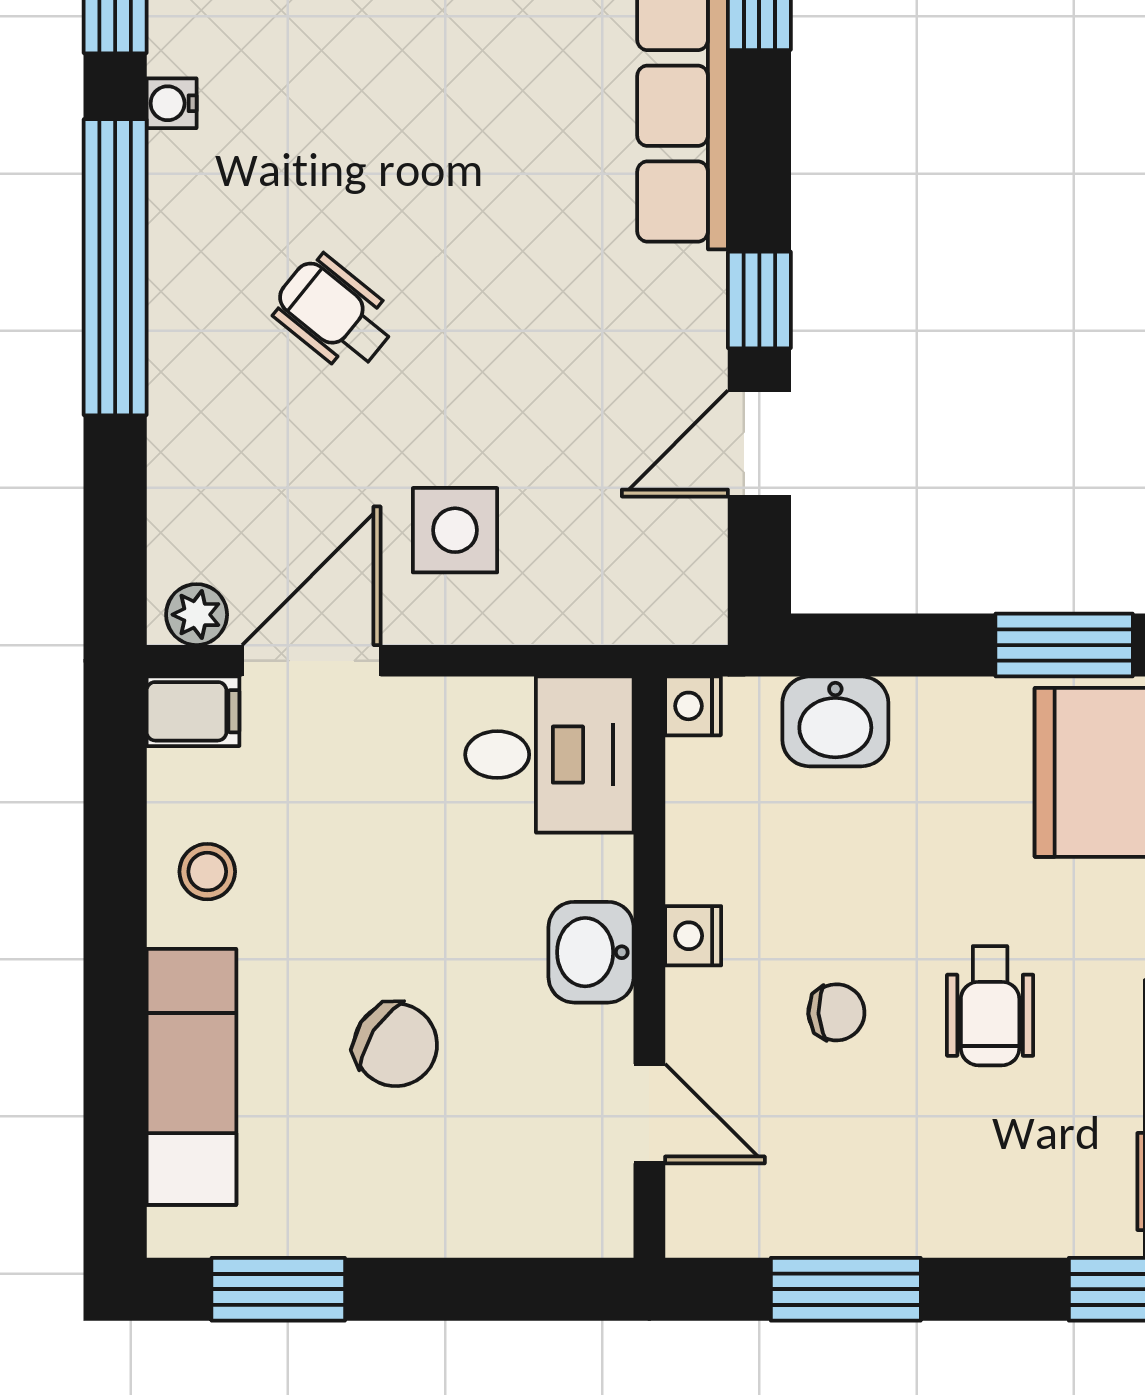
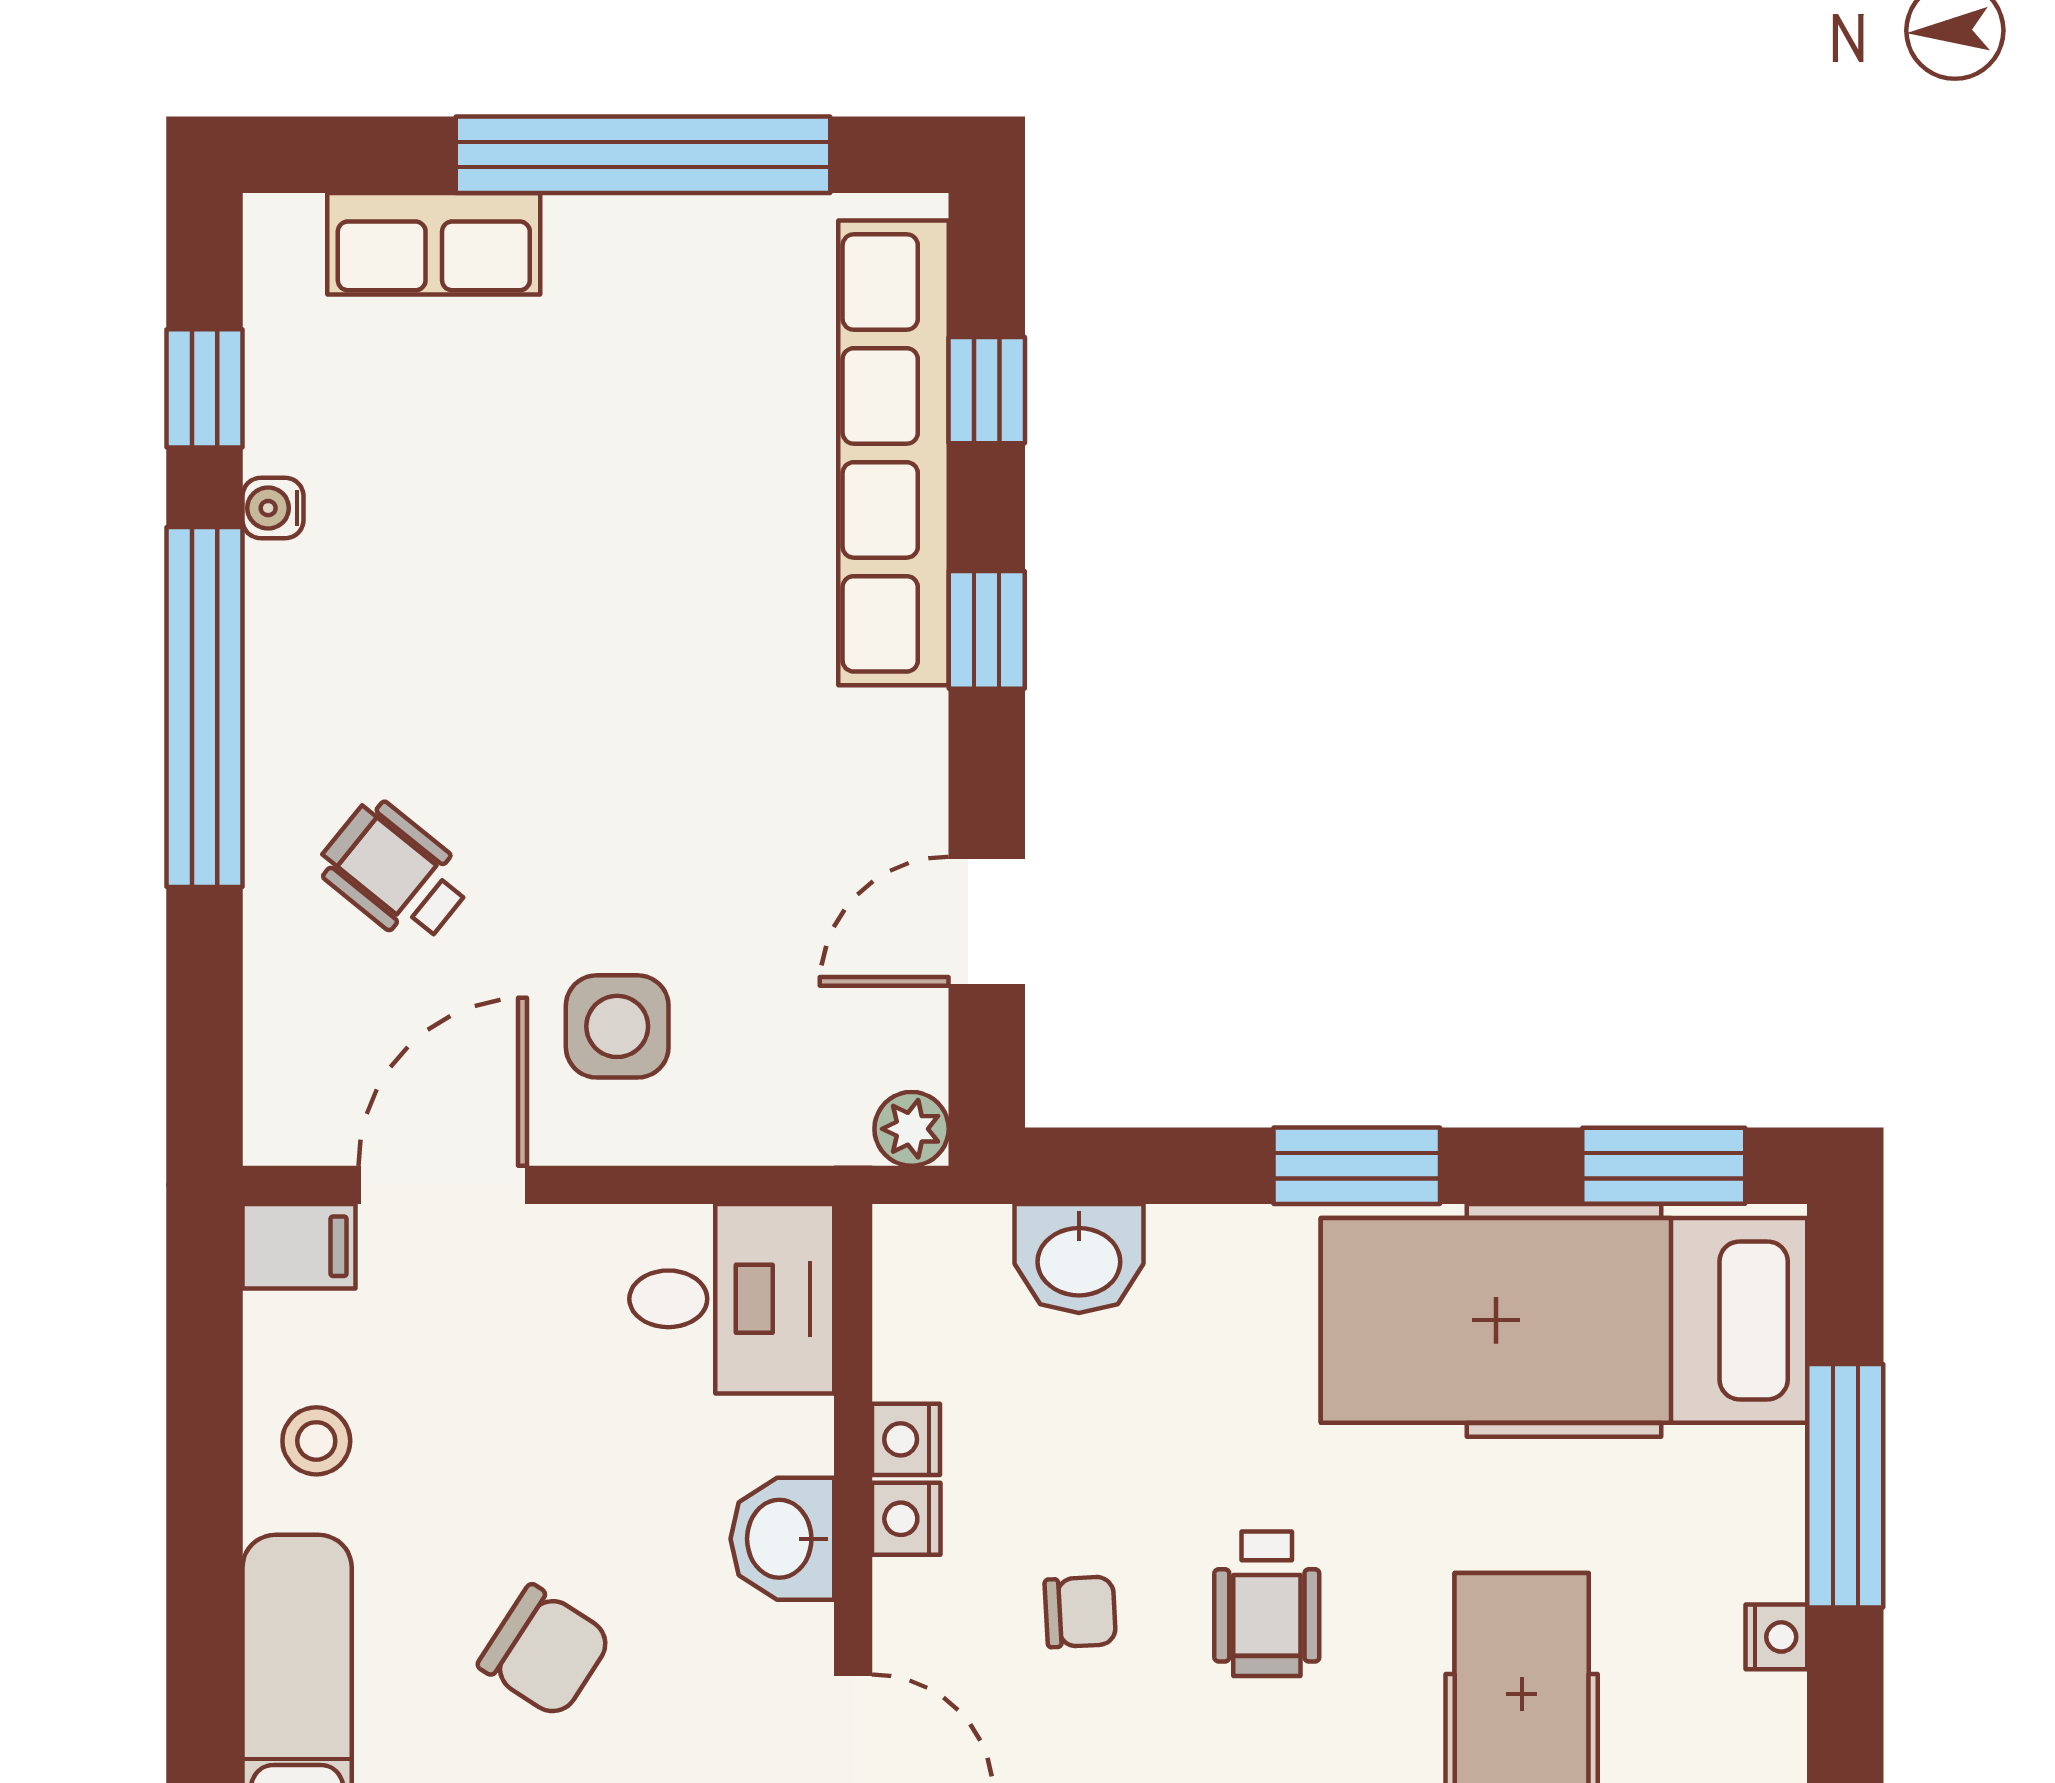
window: (759, 300) -> (987, 630), moved
wheelchair: (335, 314) -> (395, 873), moved
plant: (197, 615) -> (912, 1129), moved
nightstand: (693, 706) -> (906, 1439), moved

